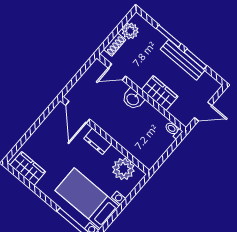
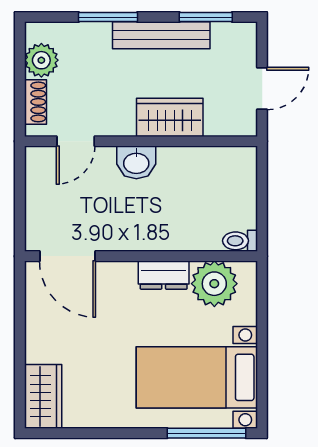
window: (195, 59) -> (206, 17), moved
toilet: (173, 130) -> (240, 241), moved
dresser: (97, 141) -> (164, 275), moved
wardrobe: (28, 168) -> (43, 396), moved, turned 90

